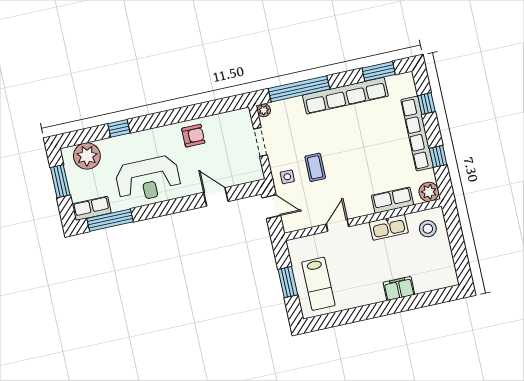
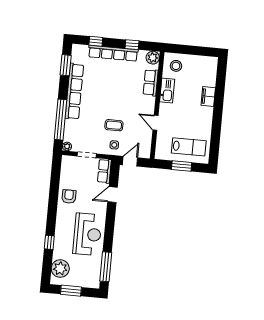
row of seats: (92, 208) -> (104, 171), moved

